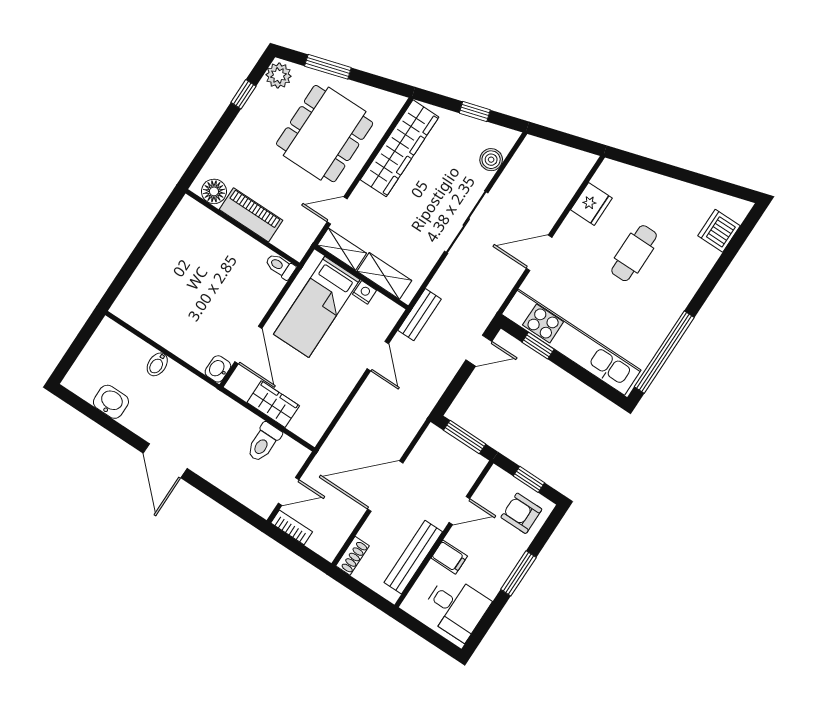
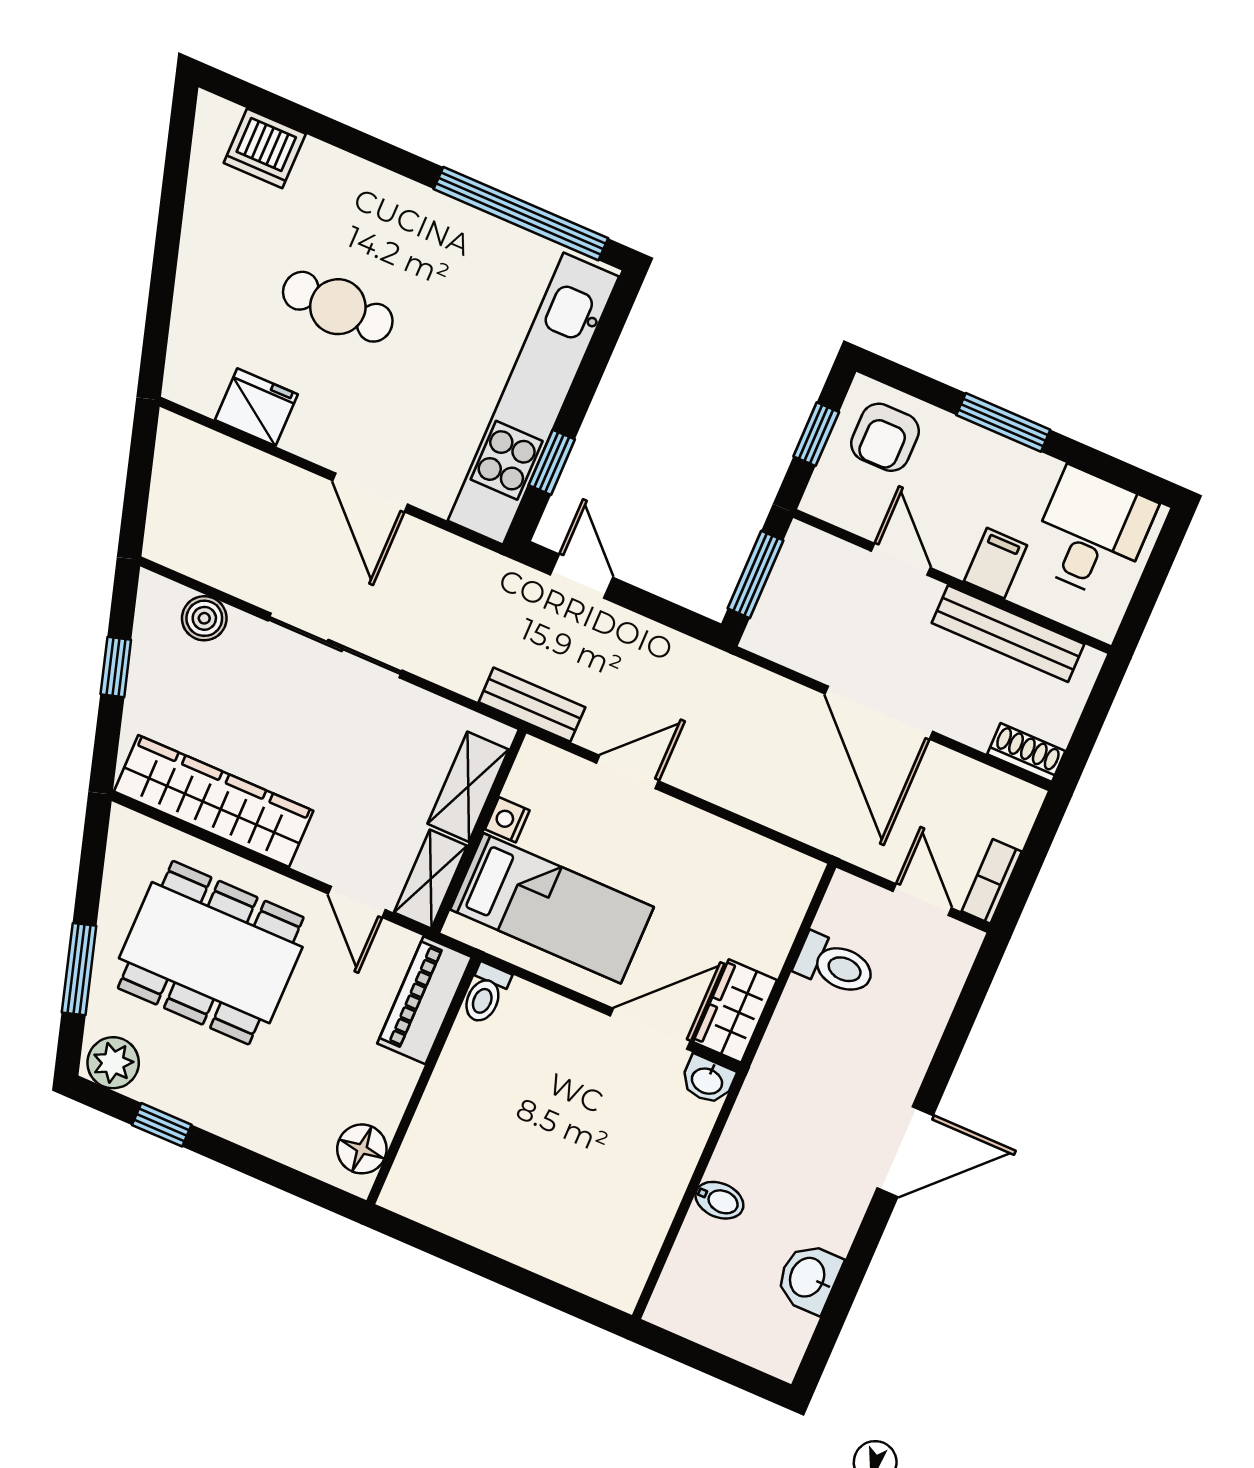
piano: (251, 215) -> (424, 1000), moved
wardrobe: (273, 404) -> (735, 1011), moved

